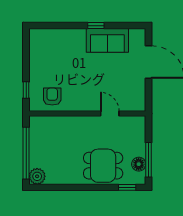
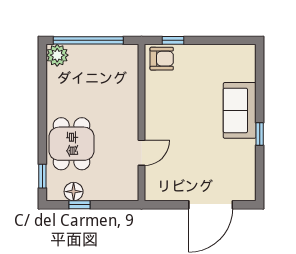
sofa: (107, 40) -> (240, 110), moved
armchair: (52, 97) -> (162, 59), moved
window: (149, 160) -> (79, 205), width x0.46

